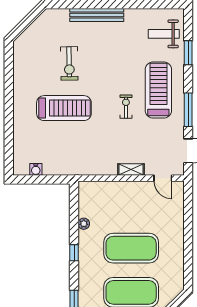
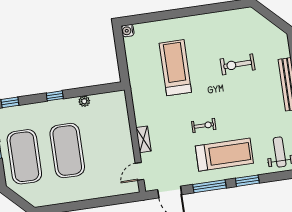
window: (188, 53) -> (247, 181), moved
treadmill: (64, 108) -> (175, 68), moved, turned 180
water cooler: (36, 169) -> (128, 31), moved

